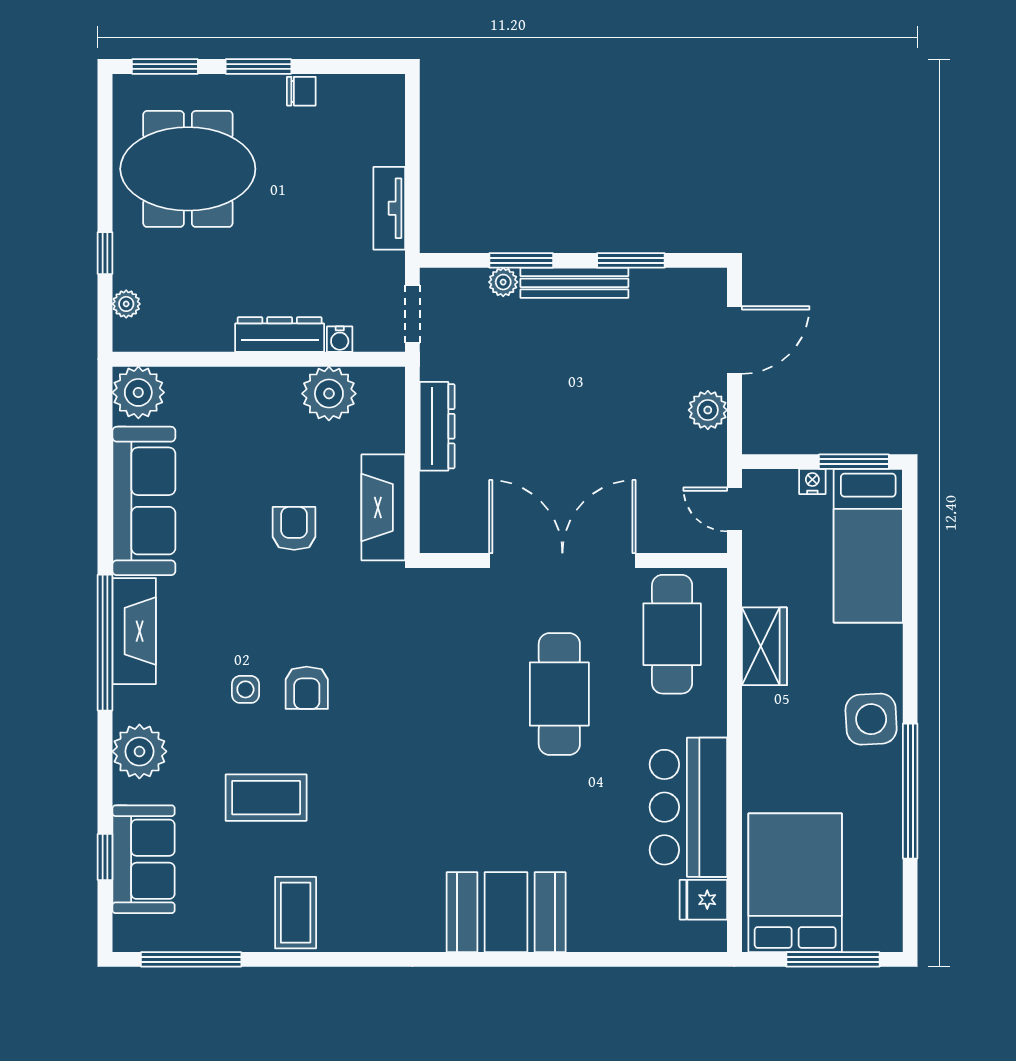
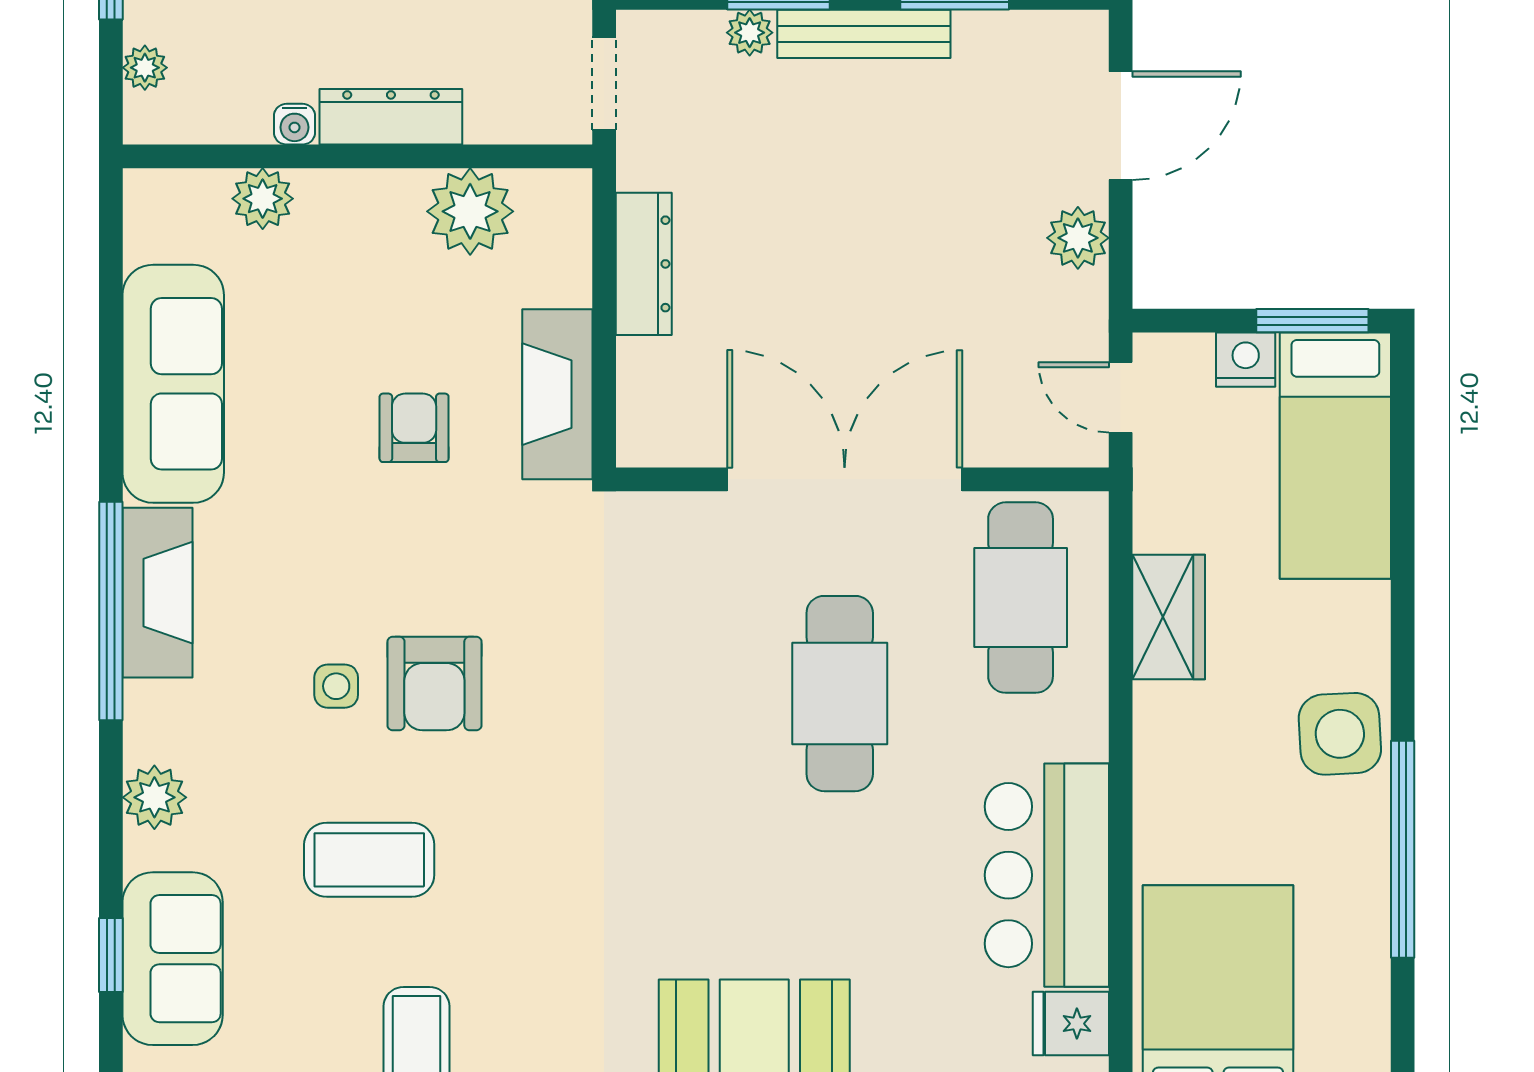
water cooler: (340, 339) -> (294, 124), moved
plant: (138, 392) -> (263, 199), moved, width x0.73, depth x0.73
nightstand: (812, 482) -> (1246, 360), width x1.39, depth x1.35
armchair: (307, 688) -> (434, 684), width x1.38, depth x1.38
plant: (139, 751) -> (154, 797), width x0.73, depth x0.73

